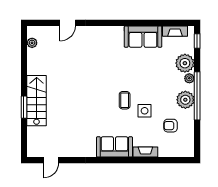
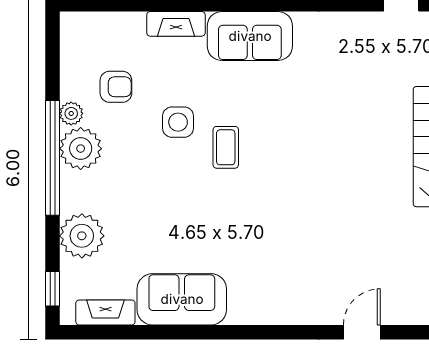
plant: (189, 78) -> (71, 113), moved

